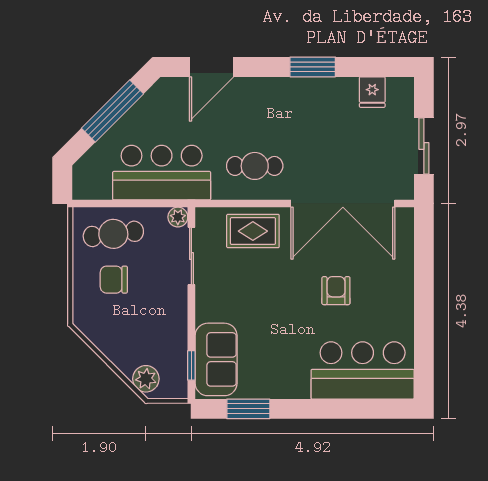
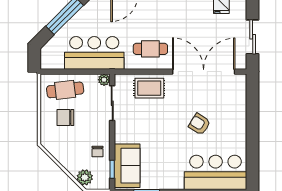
double door: (343, 203) -> (204, 72), swing flipped
armchair: (336, 291) -> (199, 124), turned -58
chair: (167, 336) -> (97, 152), added

